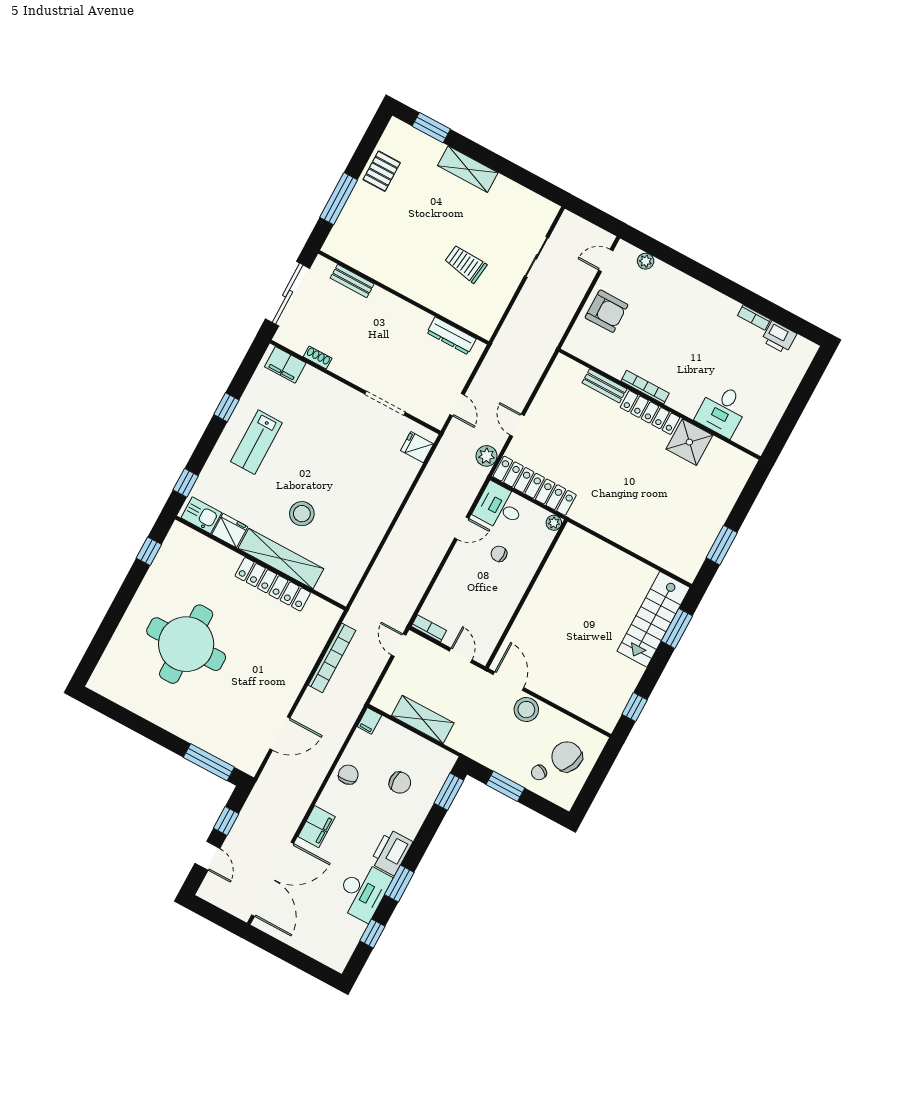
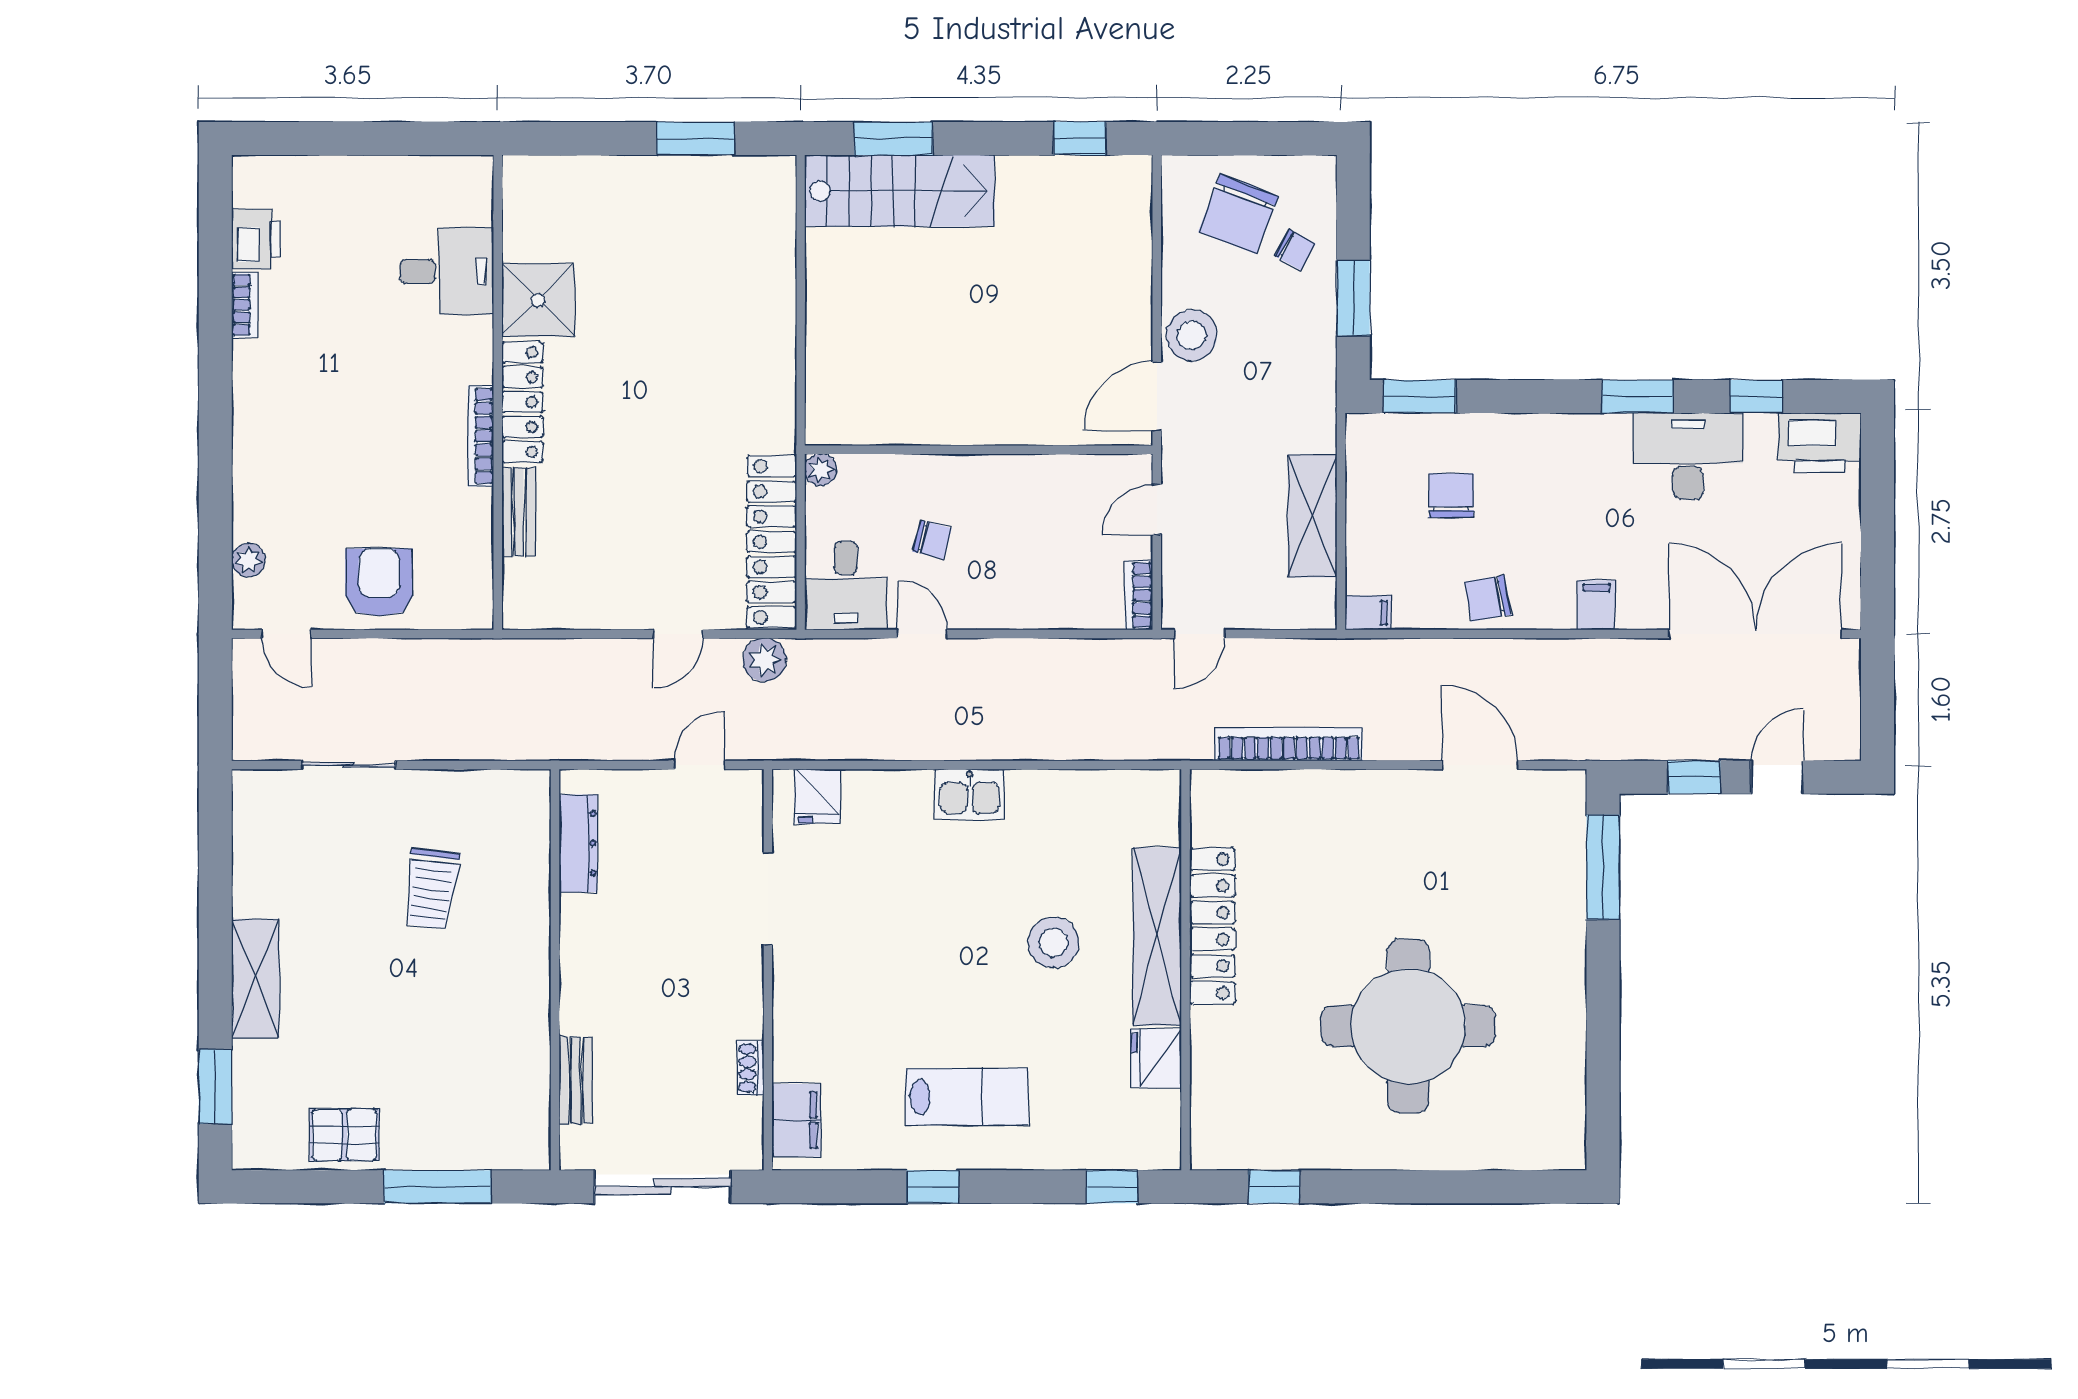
kitchen sink: (201, 515) -> (970, 794), moved, turned -90
chair: (499, 554) -> (932, 540), turned -76
filing cabinet: (317, 827) -> (1596, 605), width x0.50
printer: (391, 852) -> (1820, 443), moved

